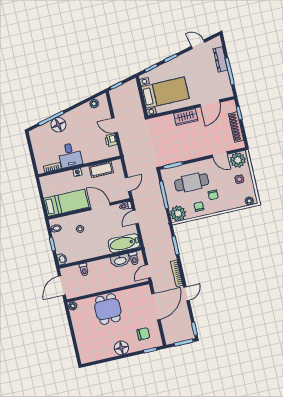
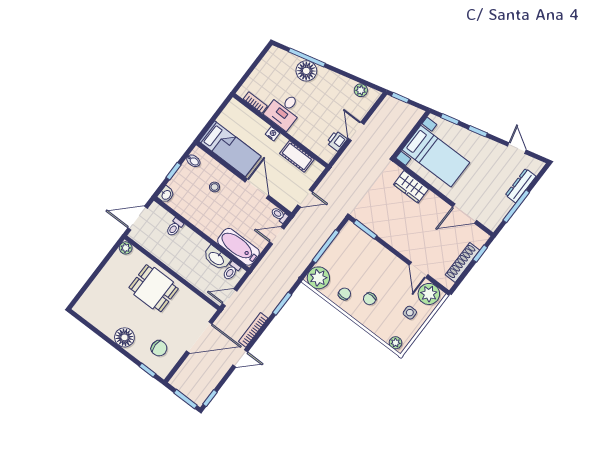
wardrobe: (186, 117) -> (411, 187), moved
cafe table: (192, 182) -> (364, 265), removed
dining table: (108, 309) -> (154, 288), turned 90

